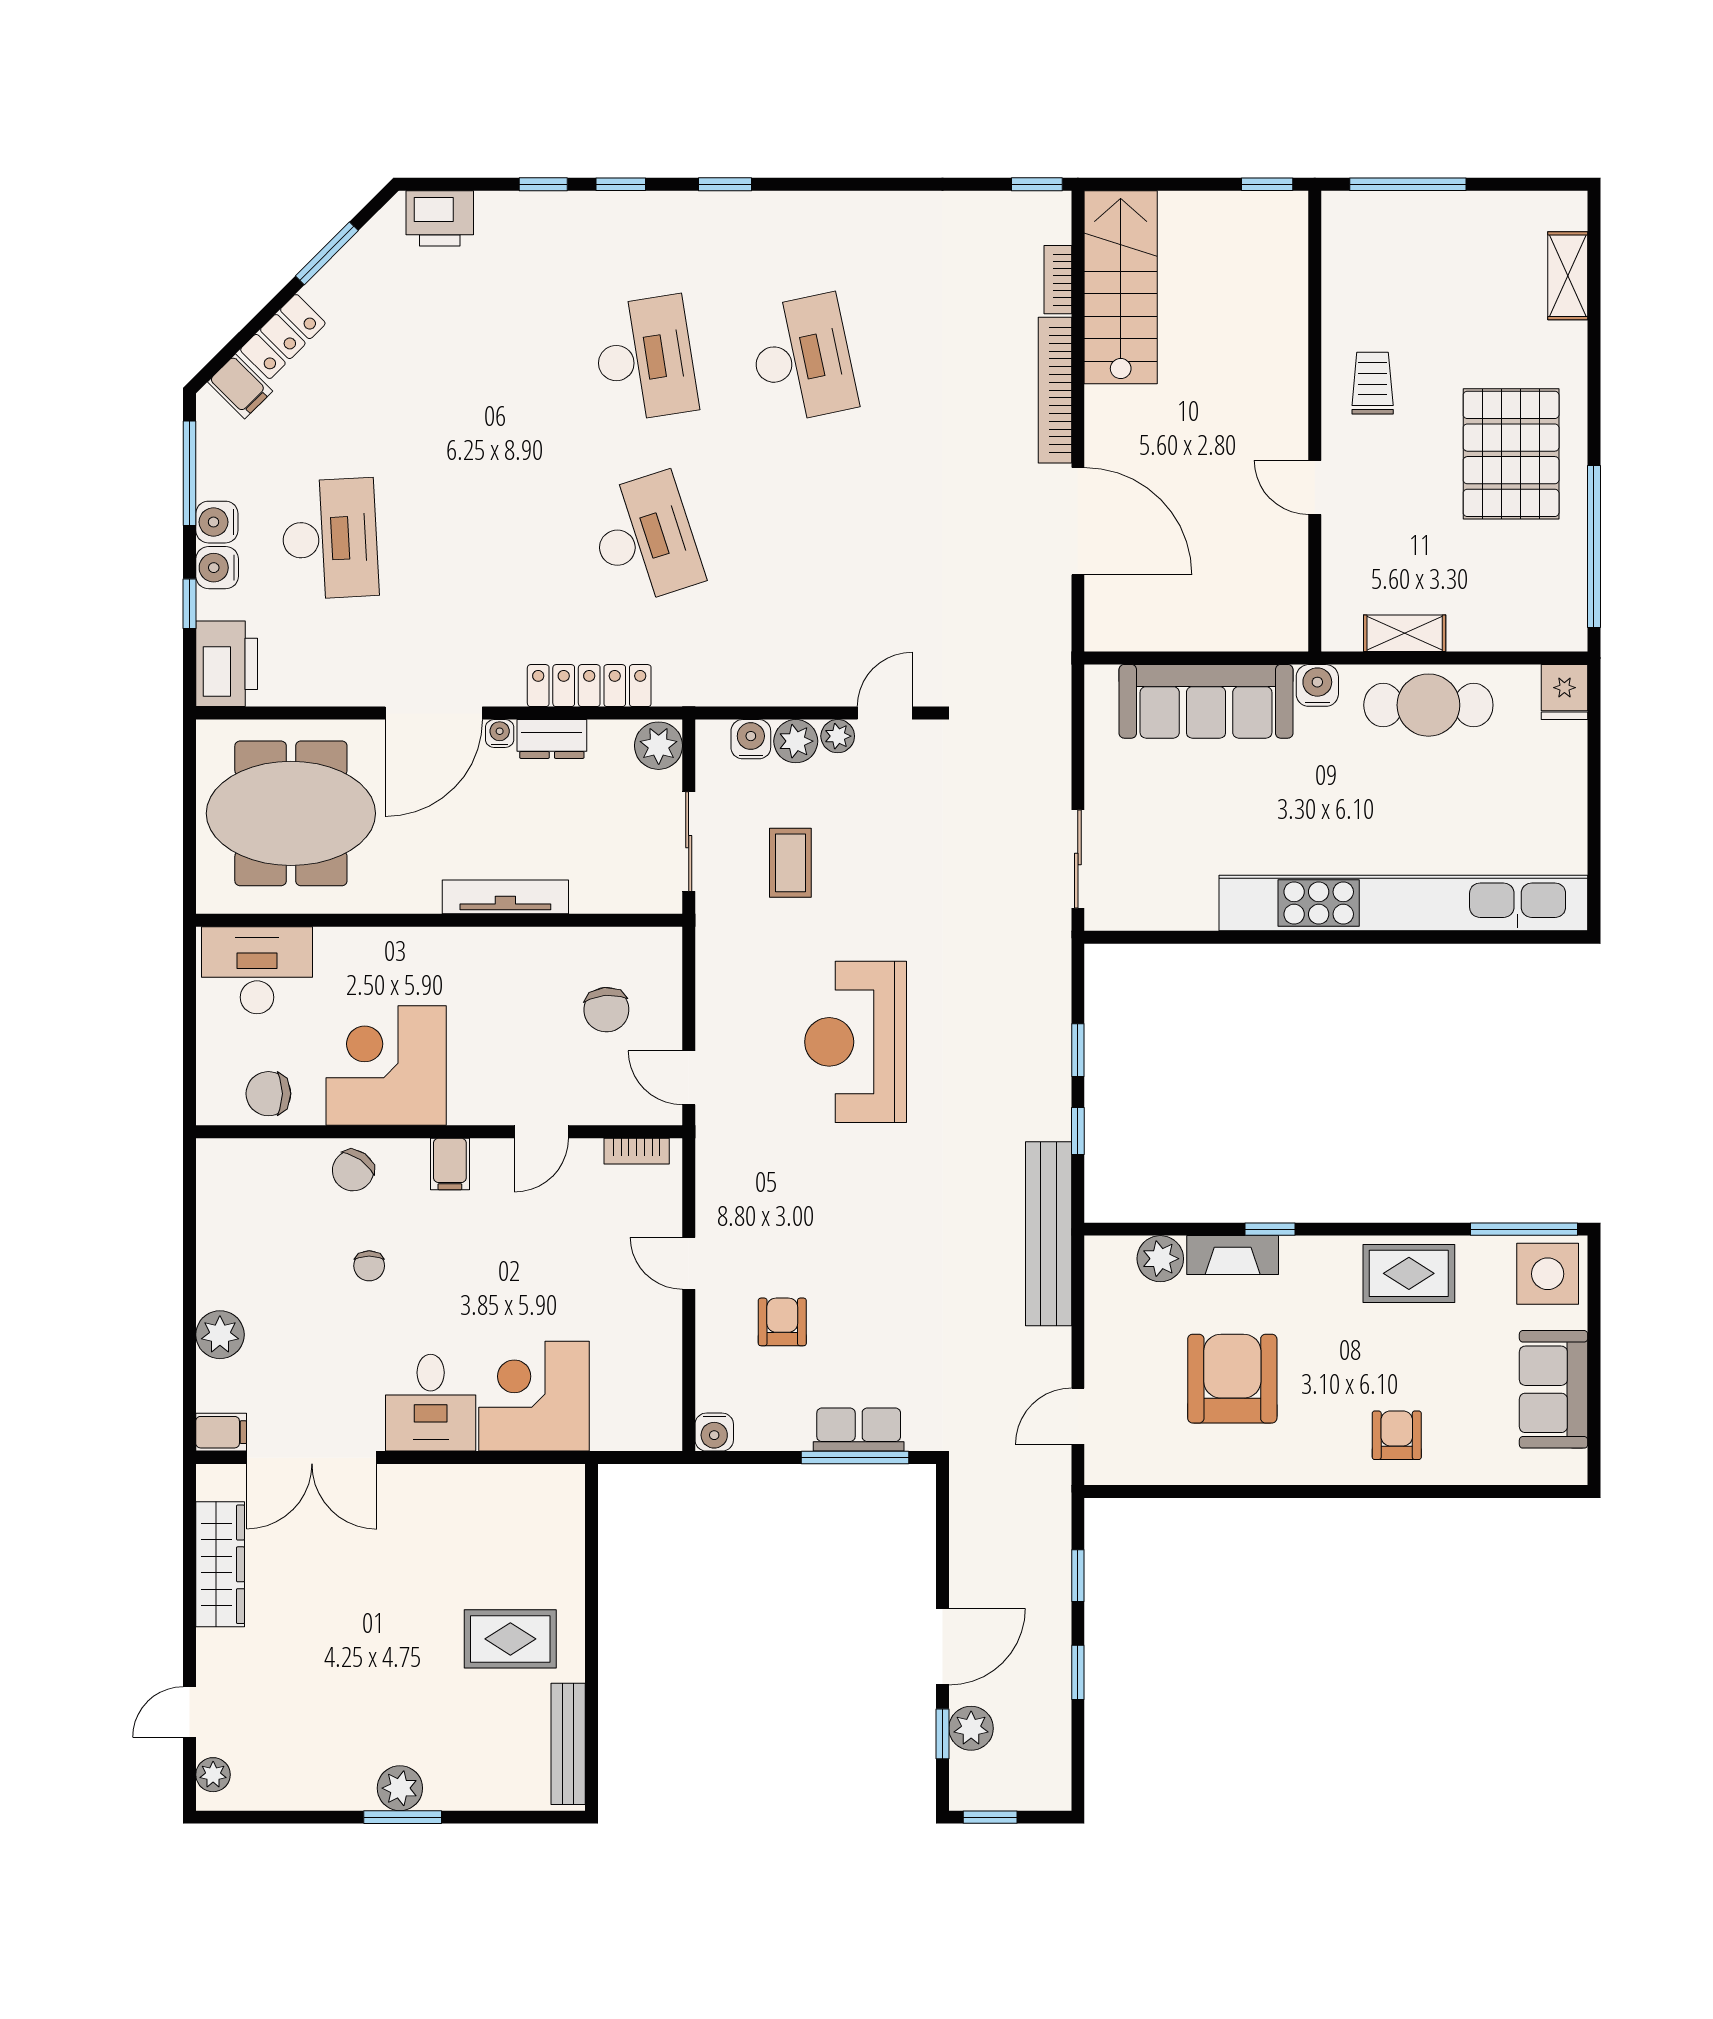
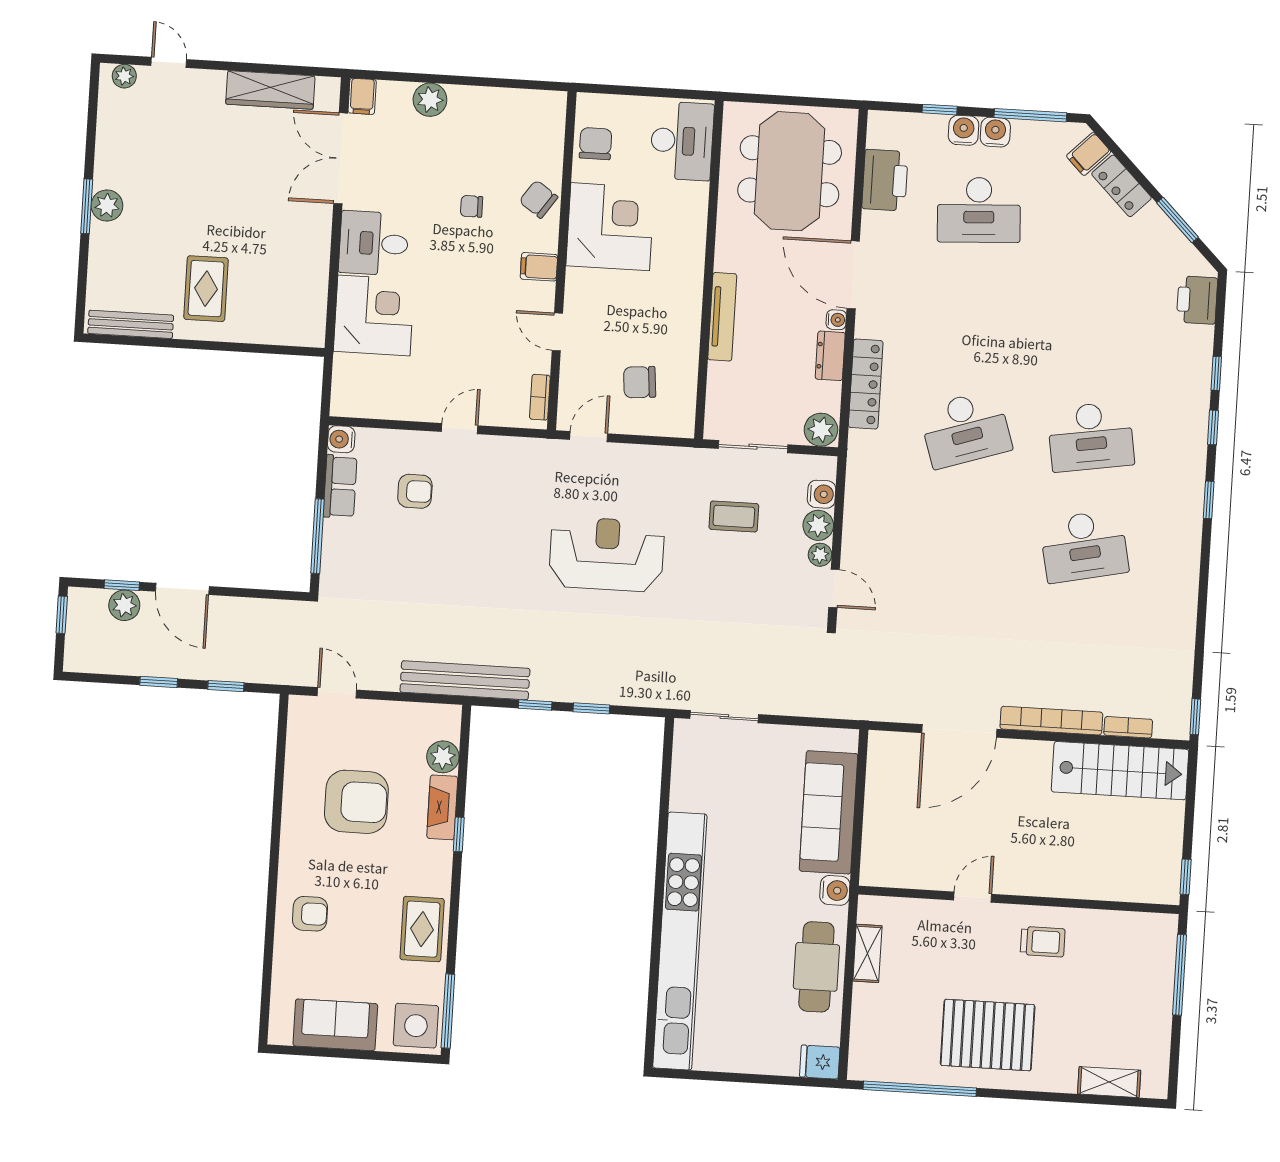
printer: (227, 664) -> (885, 180), moved, turned -90
row of seats: (859, 1430) -> (340, 487), moved

